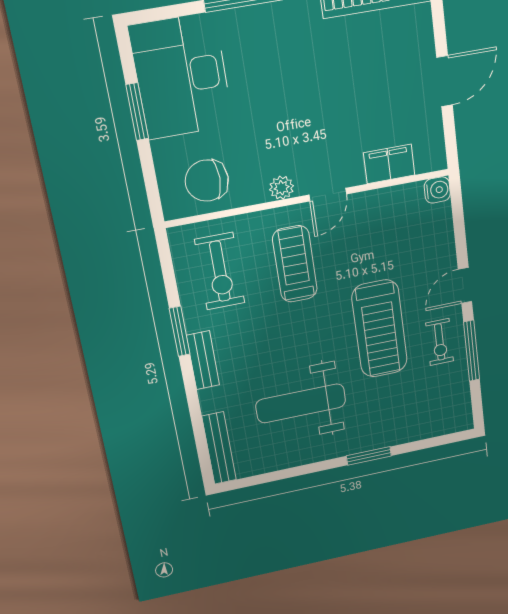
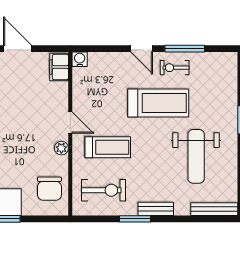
filing cabinet: (389, 164) -> (59, 67), moved
treadmill: (295, 264) -> (108, 147), turned 180
exercise bike: (440, 342) -> (175, 68), turned 180

